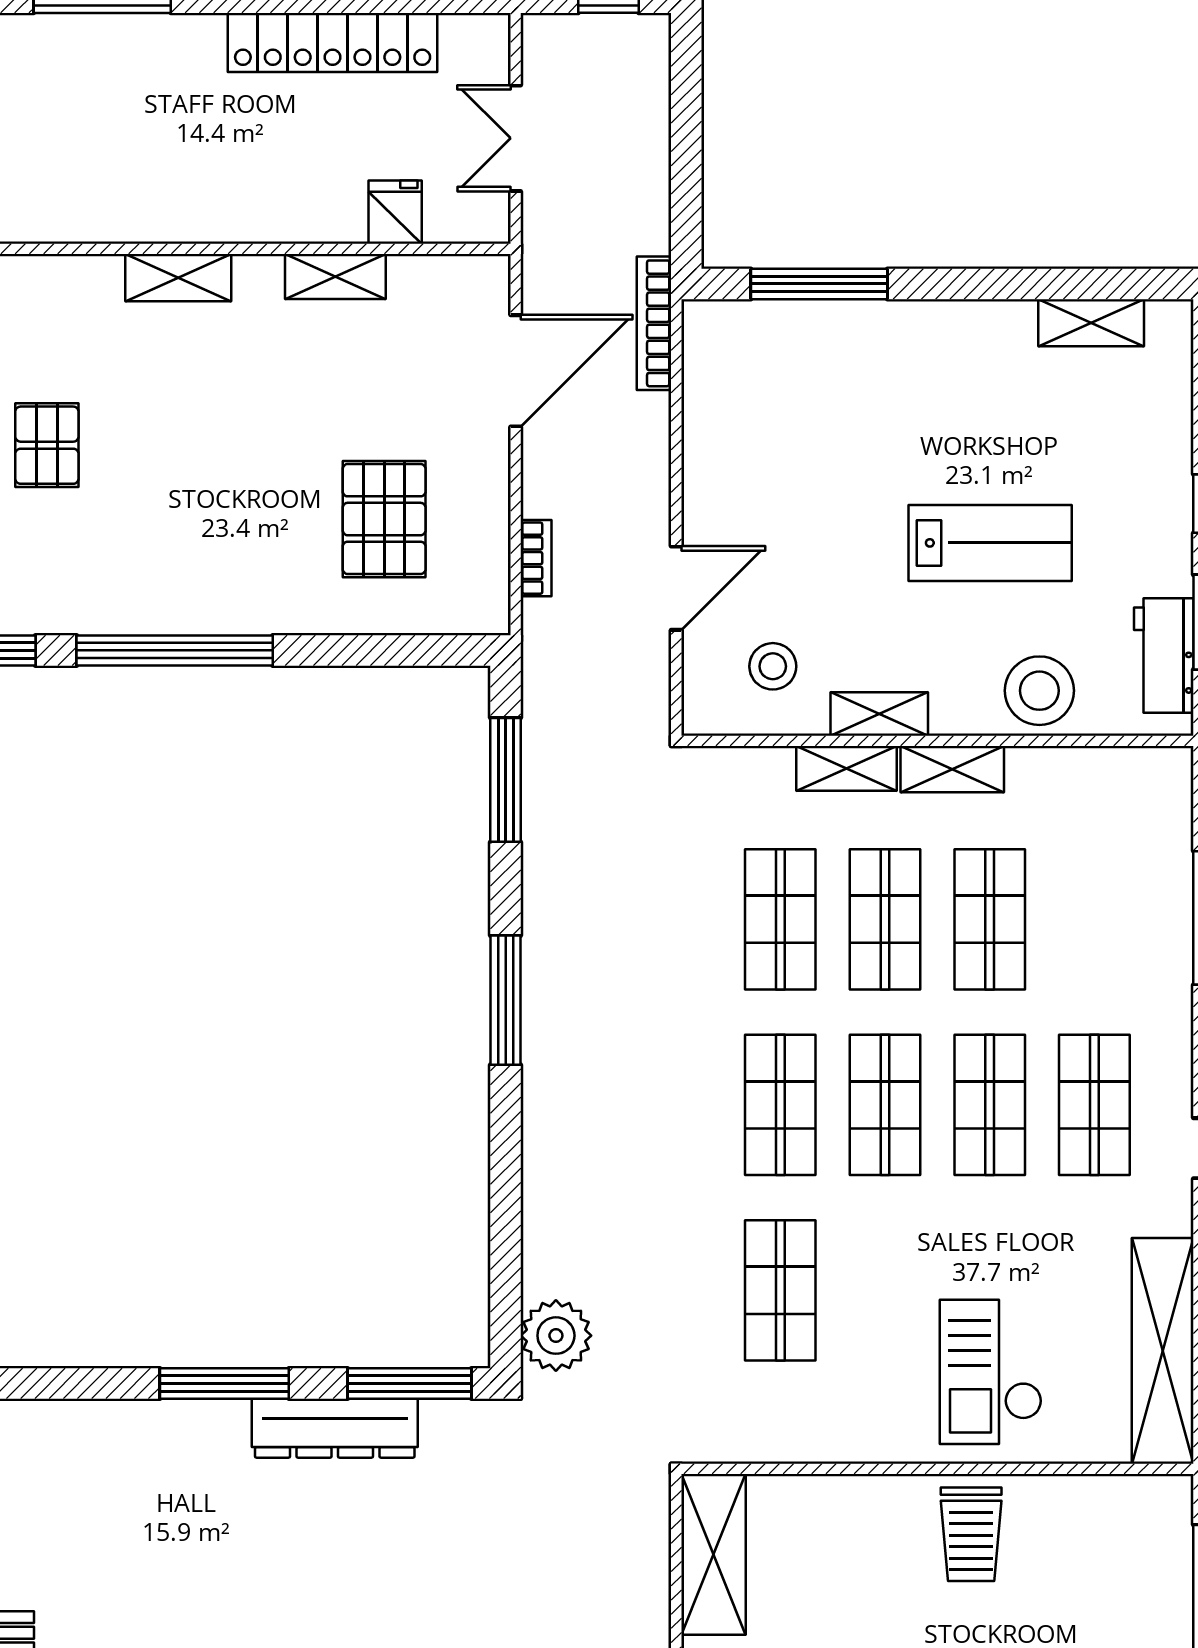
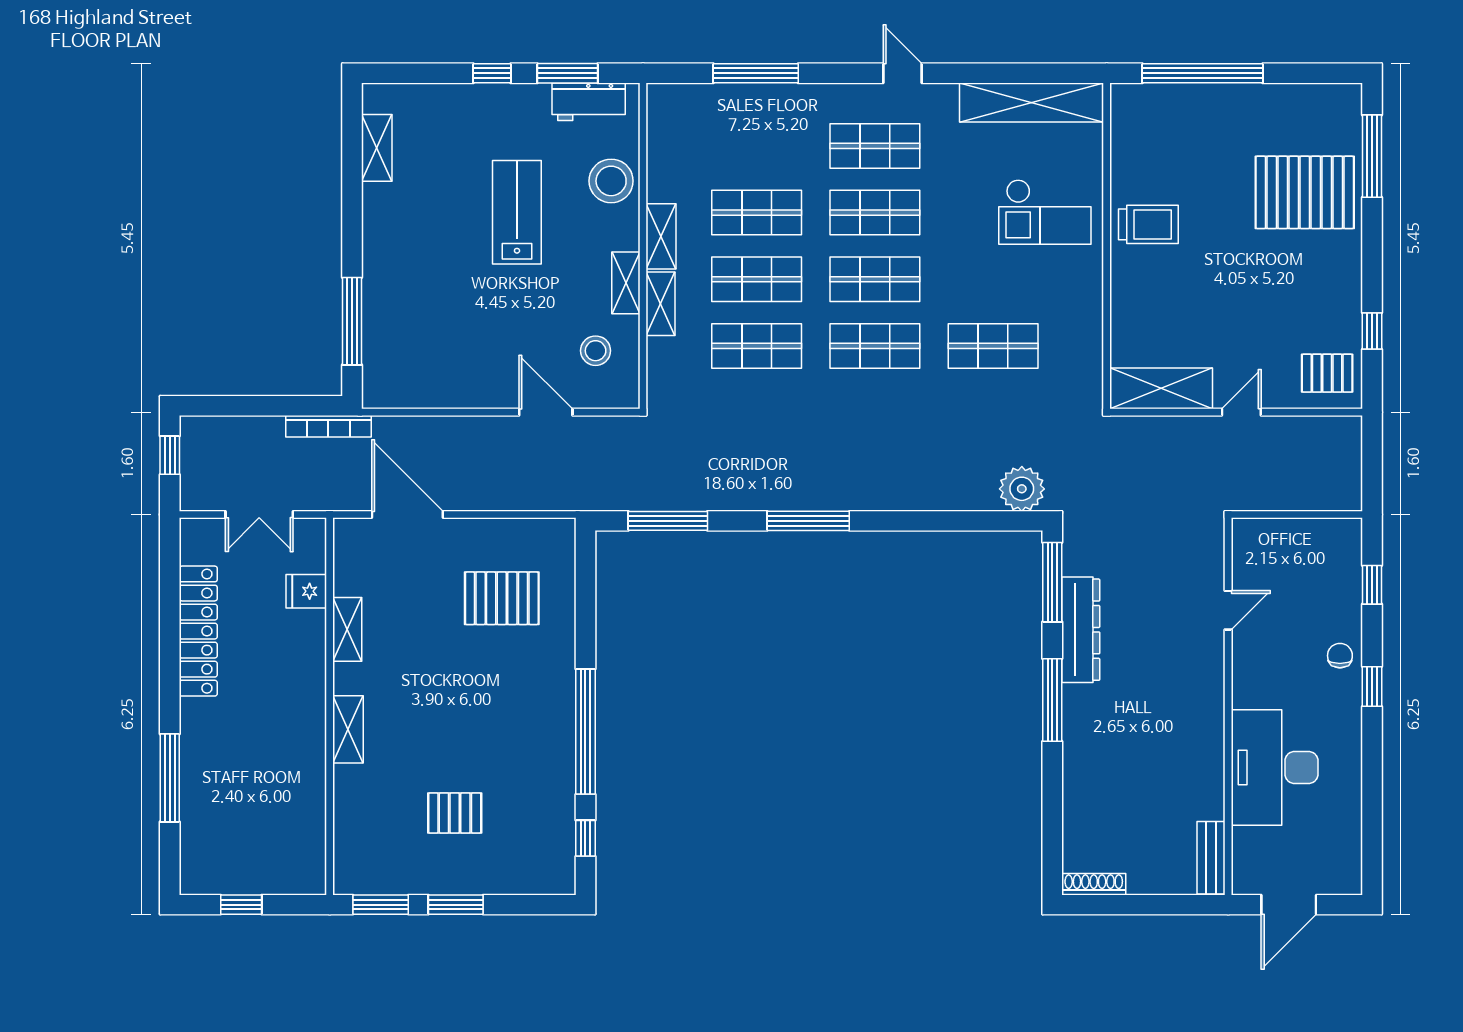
bookcase: (654, 323) -> (328, 426), moved
bookcase: (536, 558) -> (527, 502), removed

